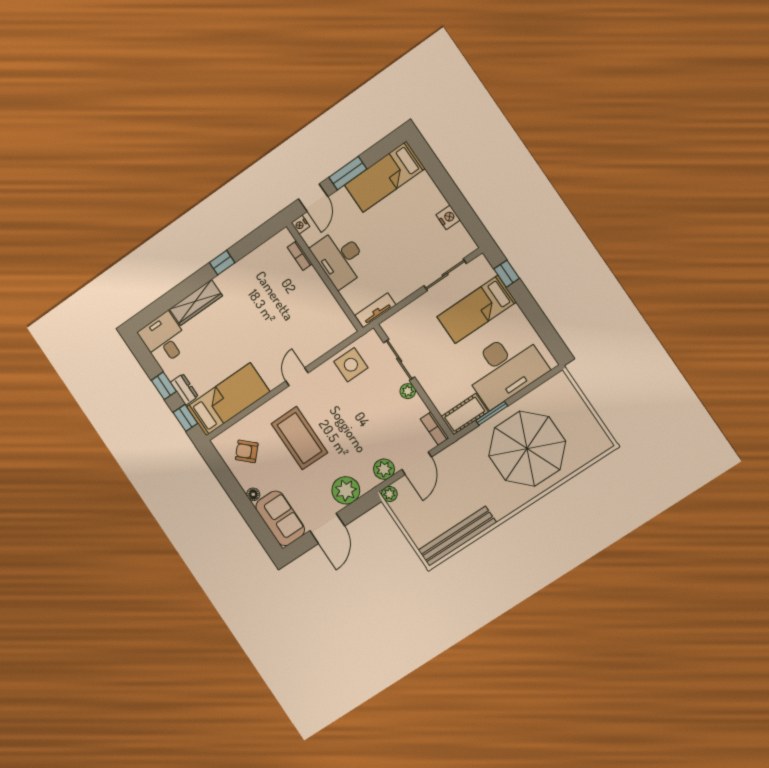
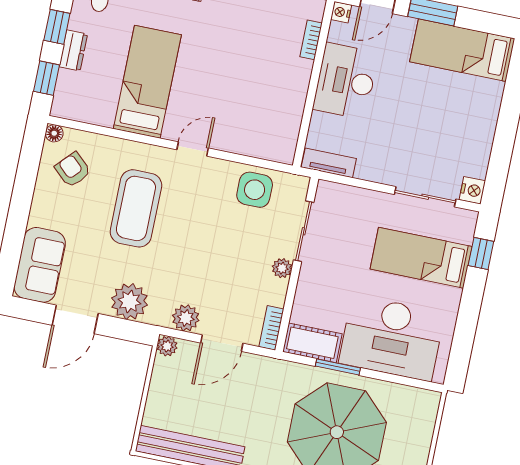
nightstand: (448, 217) -> (472, 190), moved
bed: (228, 399) -> (147, 82), moved, turned -90
floor lamp: (253, 494) -> (54, 133), moved

